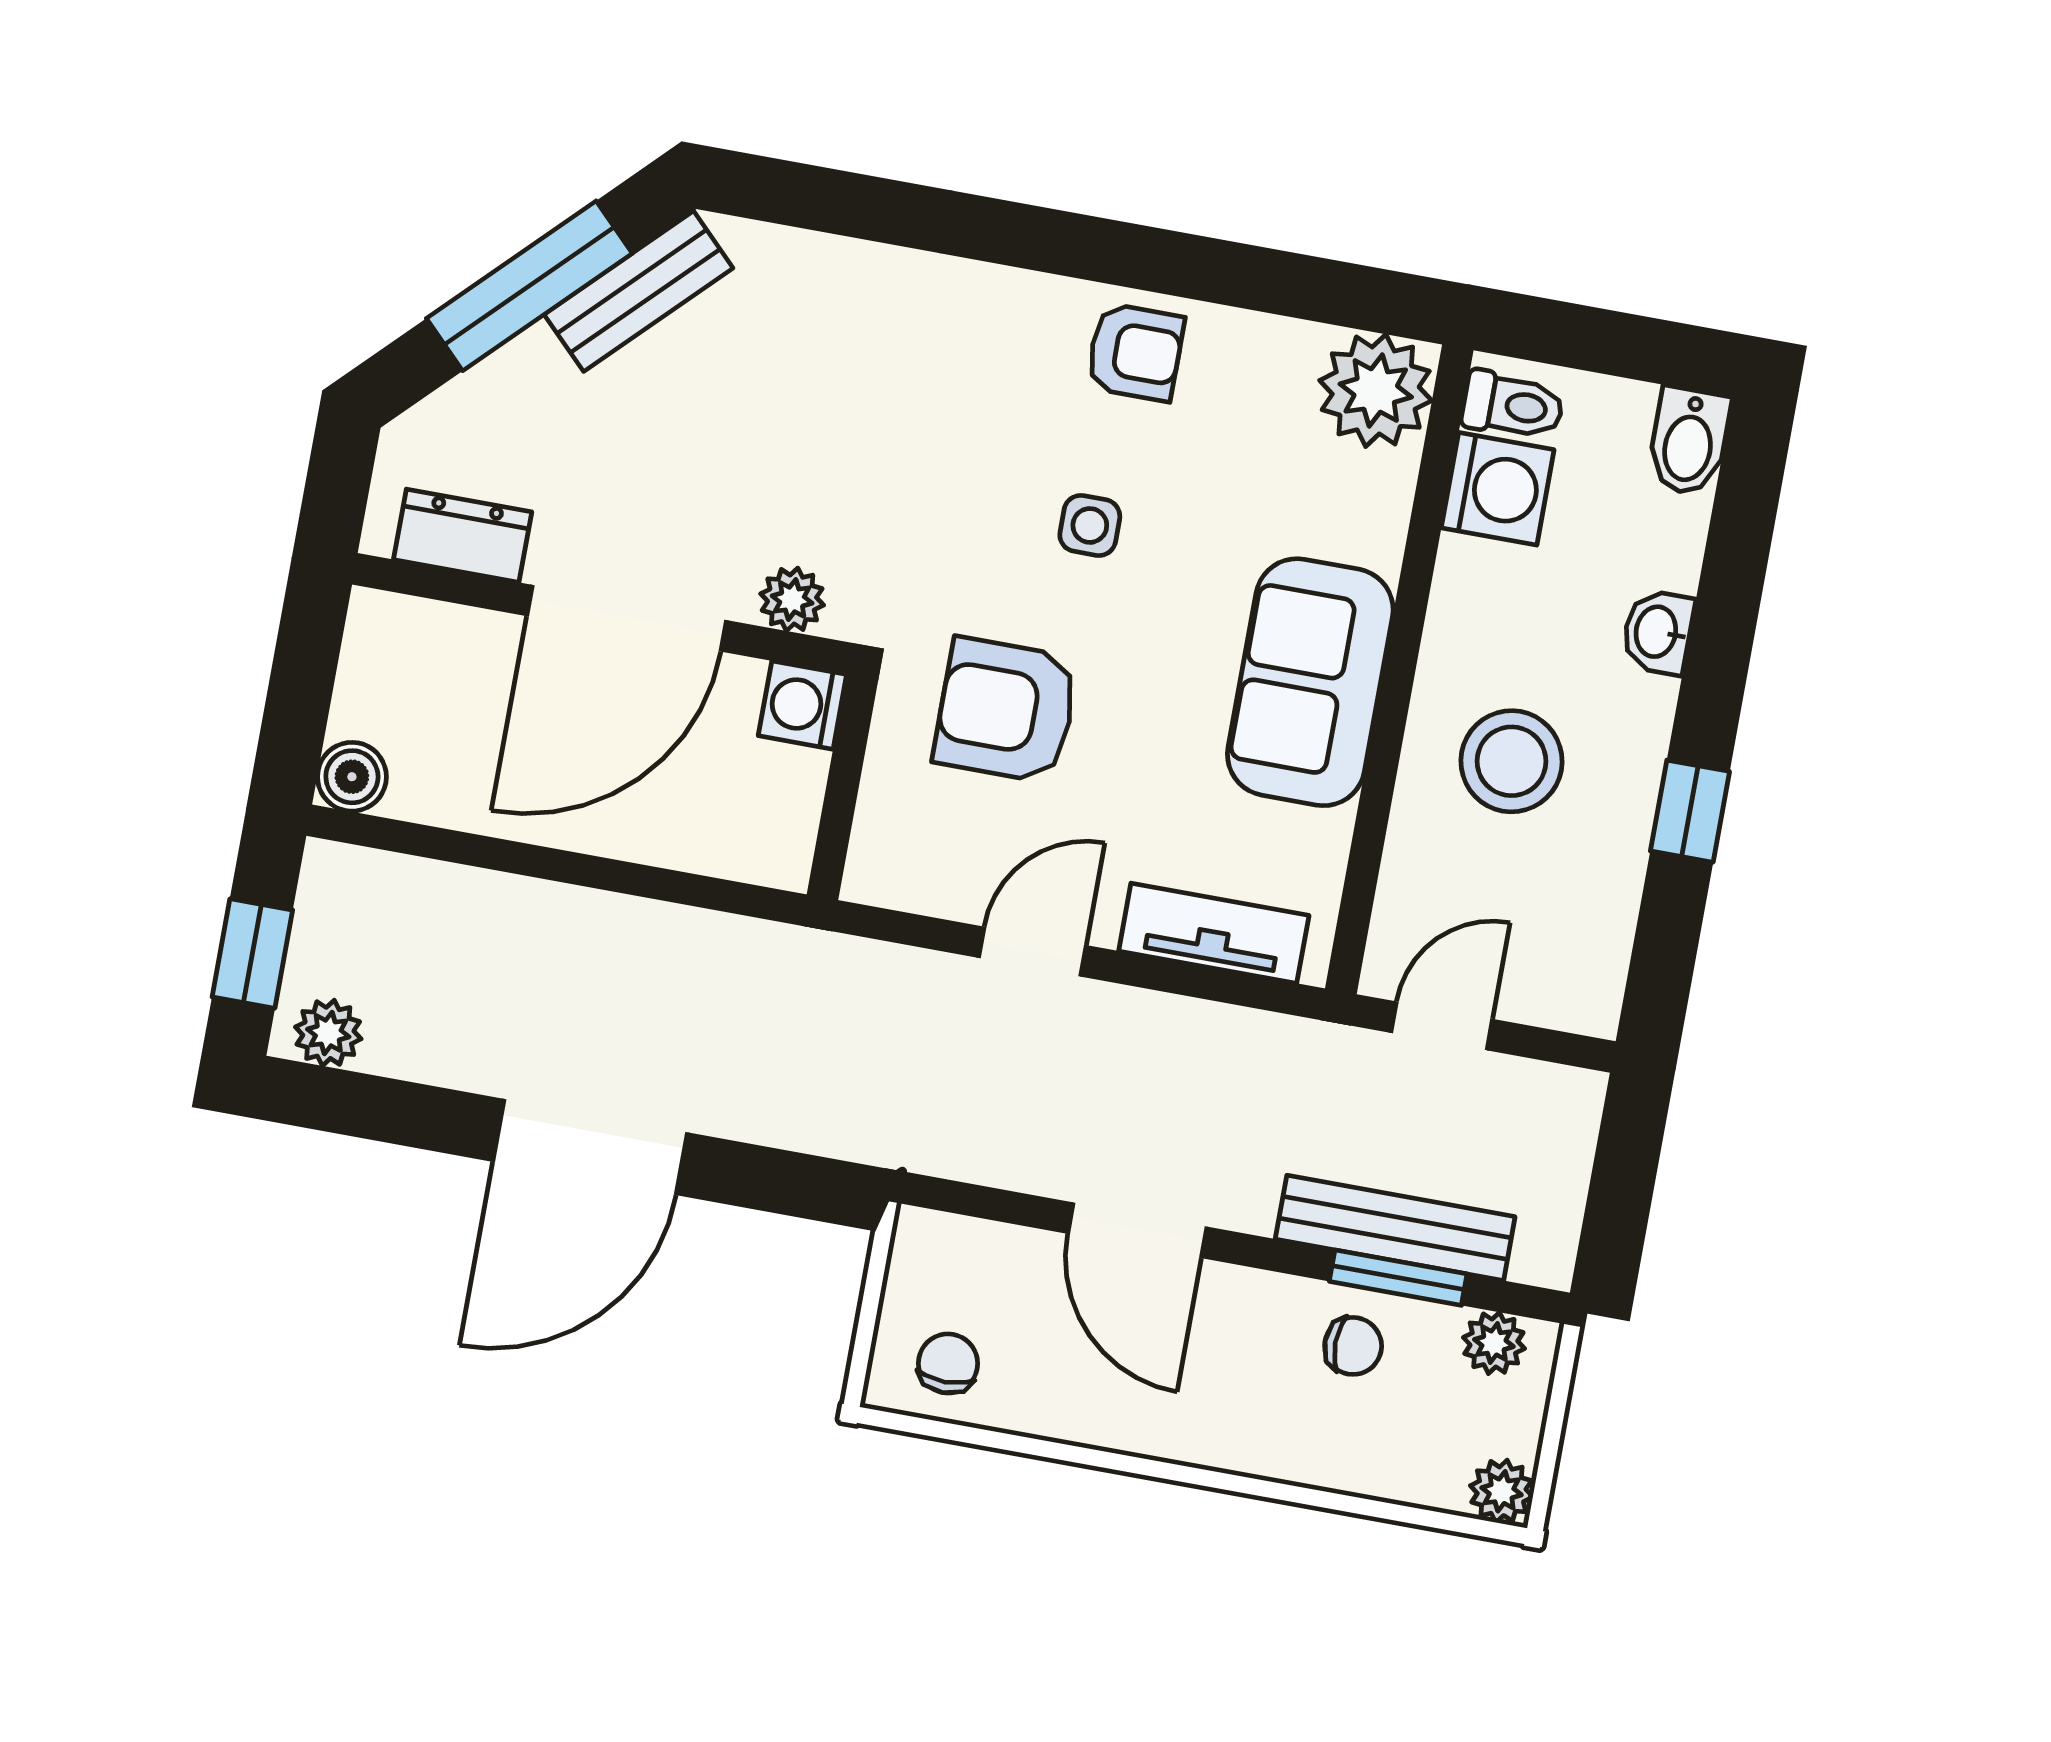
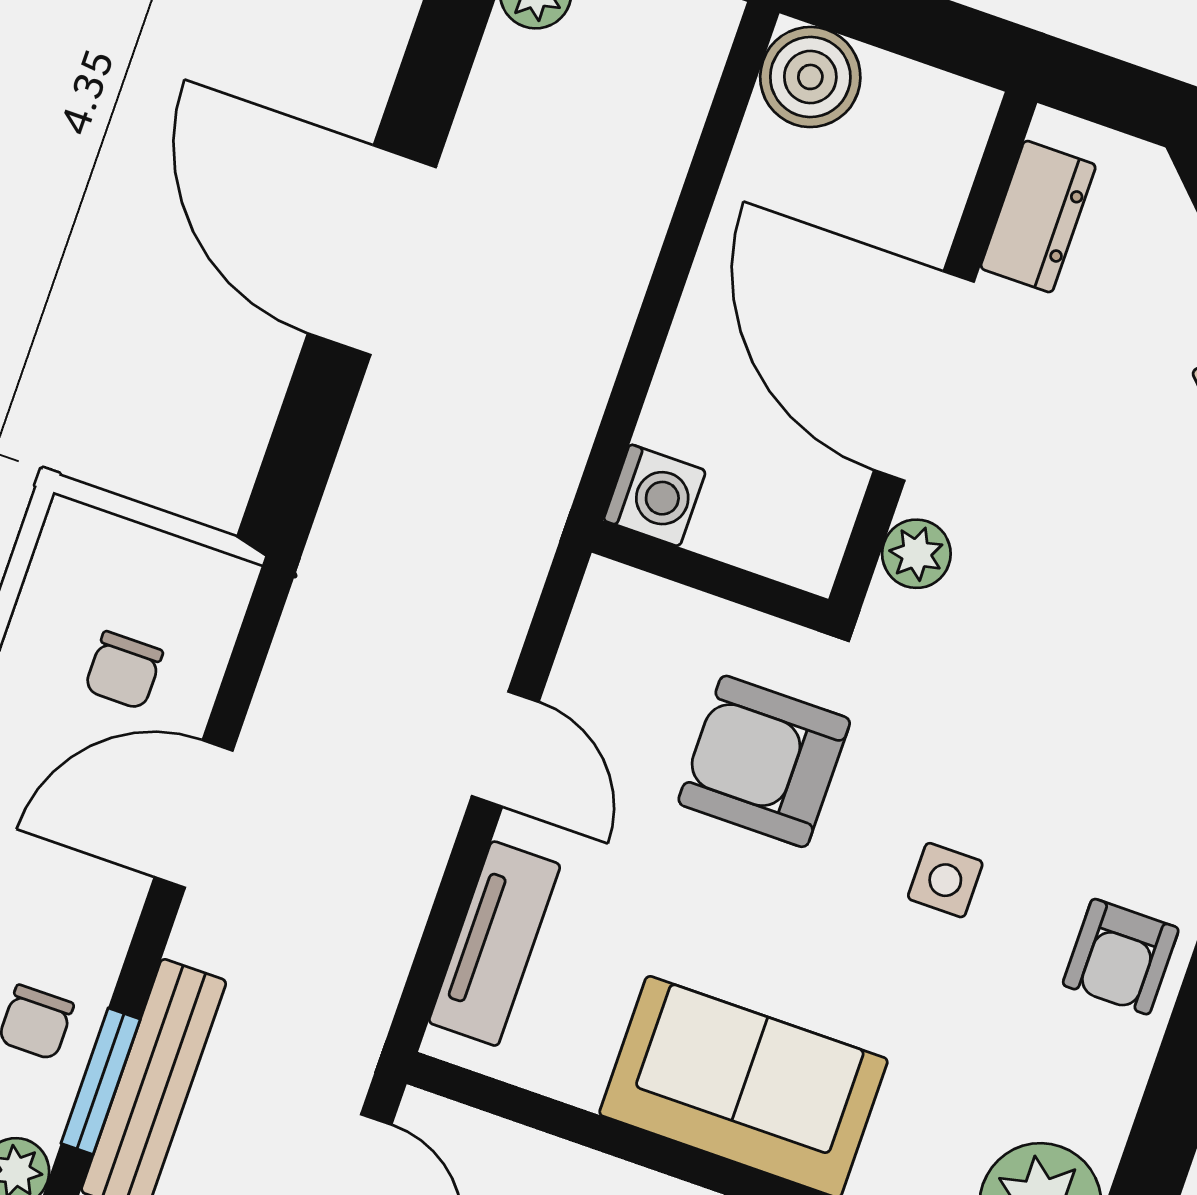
washing machine: (802, 705) -> (655, 495), moved, turned 90
armchair: (1006, 710) -> (764, 761), turned -90
boiler: (352, 777) -> (810, 77), width x1.36, depth x1.36
chair: (948, 1364) -> (124, 670), moved, turned 90

